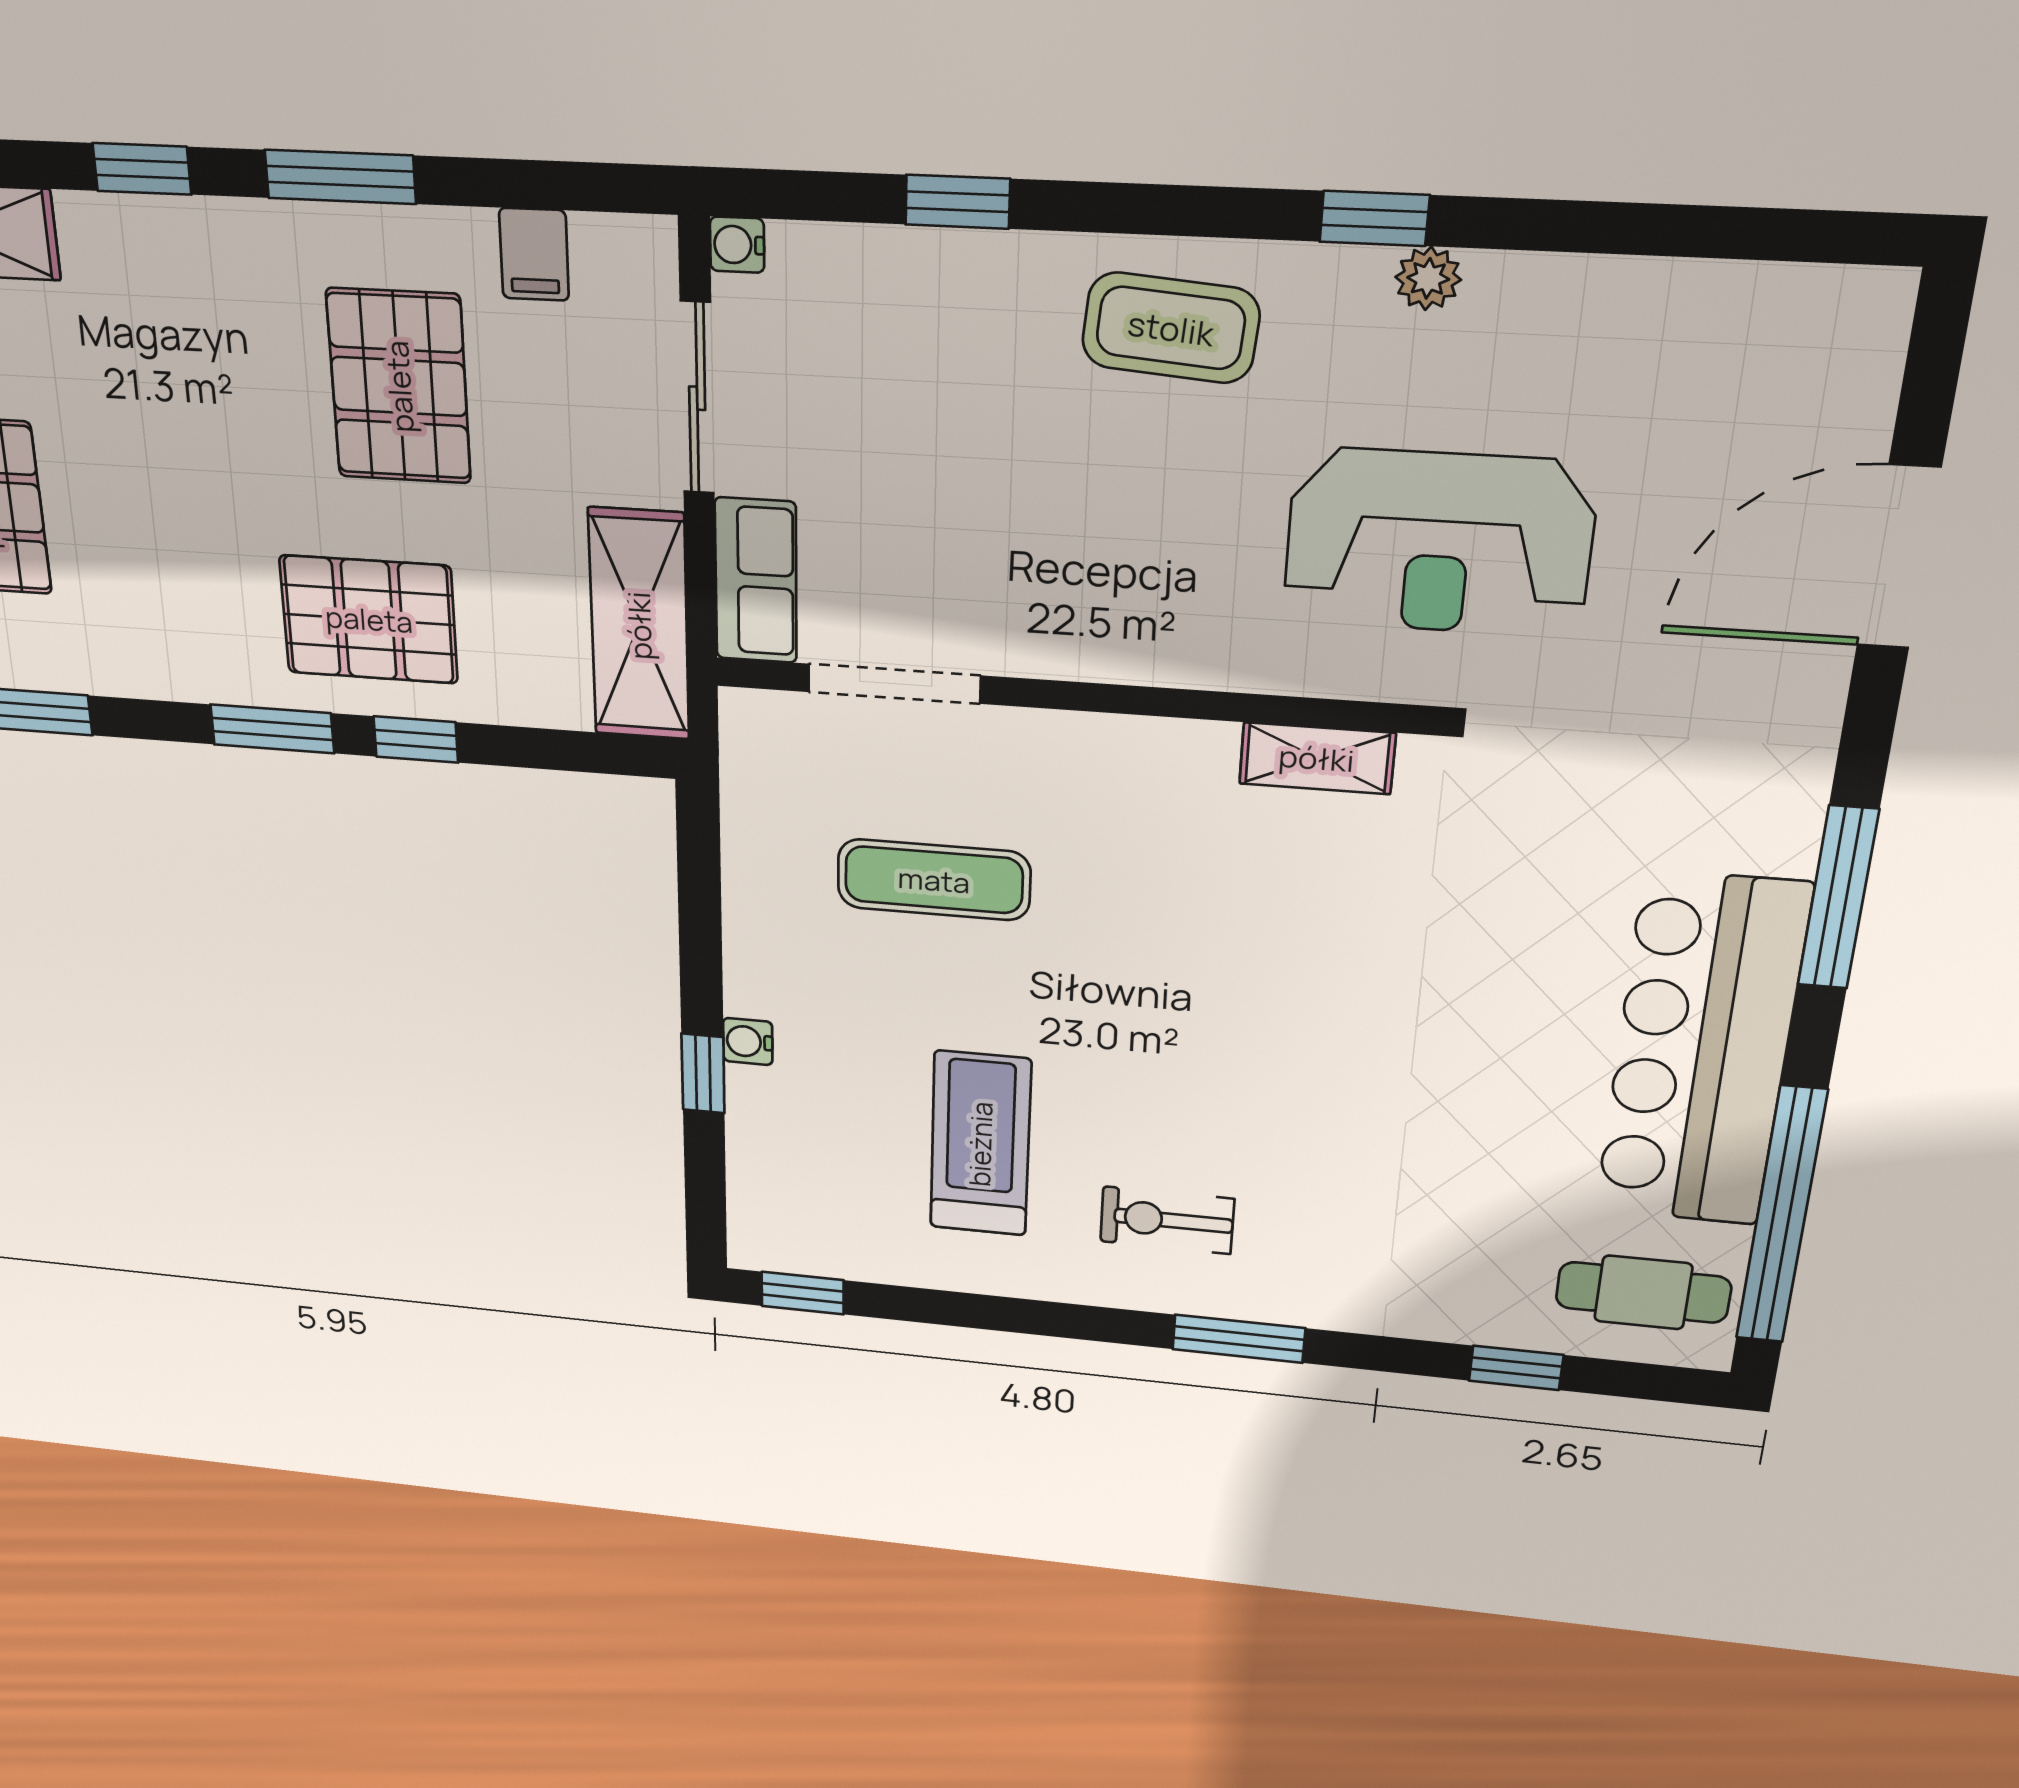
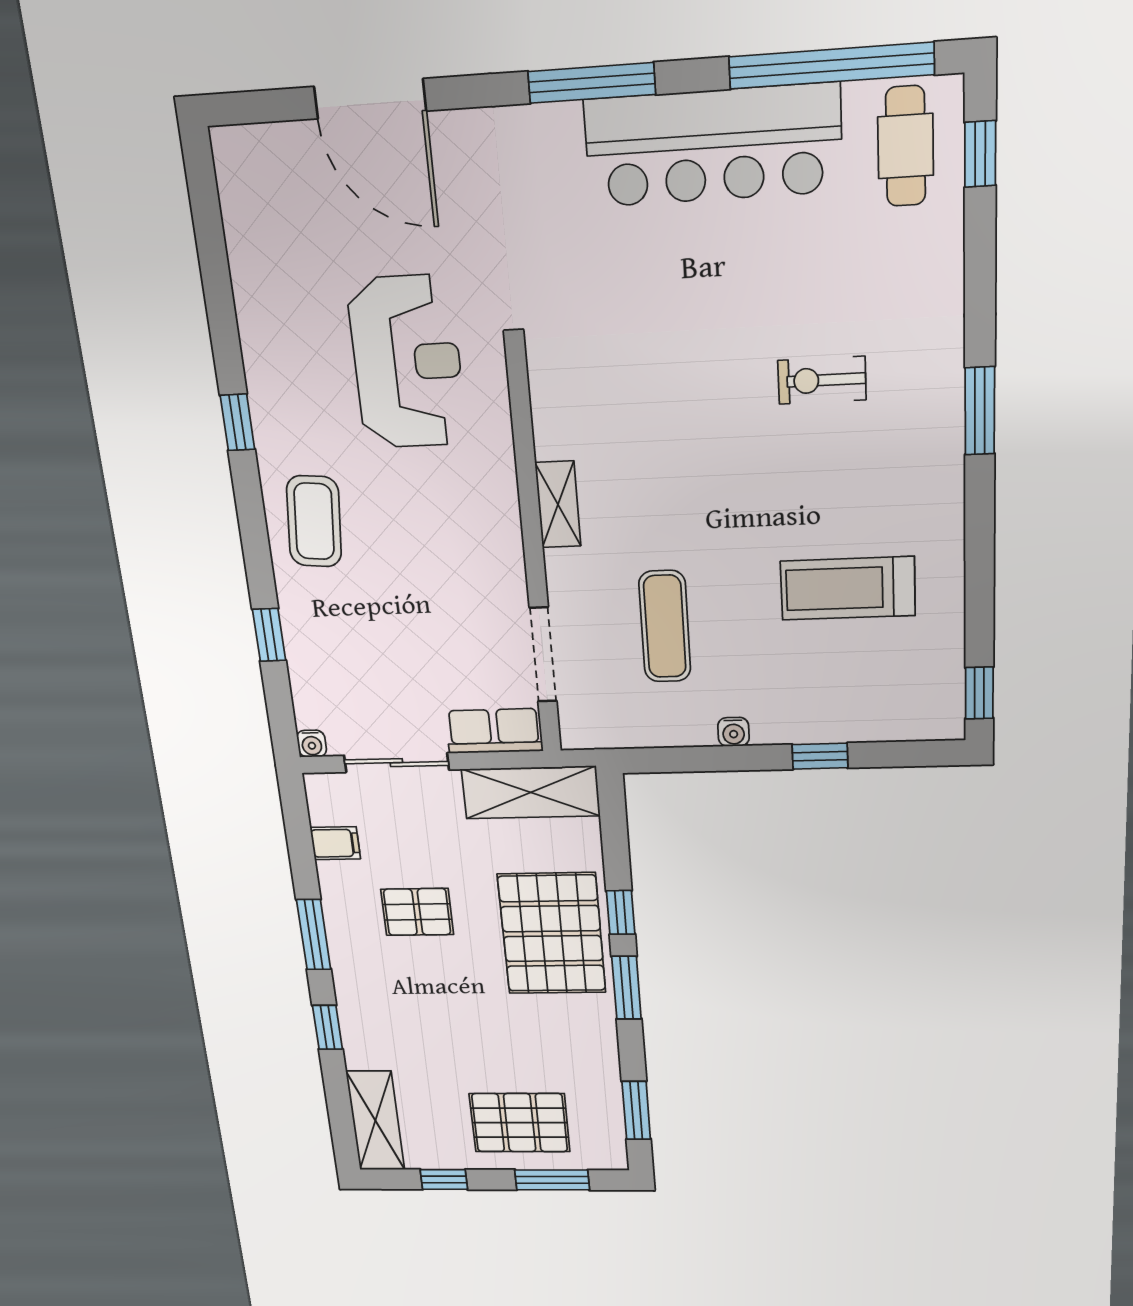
plant: (1428, 278) -> (263, 390), removed
pallet: (399, 386) -> (417, 912), width x0.67, depth x0.71
pallet: (369, 619) -> (552, 934), width x1.37, depth x1.41
shelving: (1317, 758) -> (558, 504), moved
water cooler: (748, 1041) -> (734, 732), moved
exercise bike: (1167, 1220) -> (822, 380), moved, turned 90
window: (1516, 1368) -> (980, 154), moved

